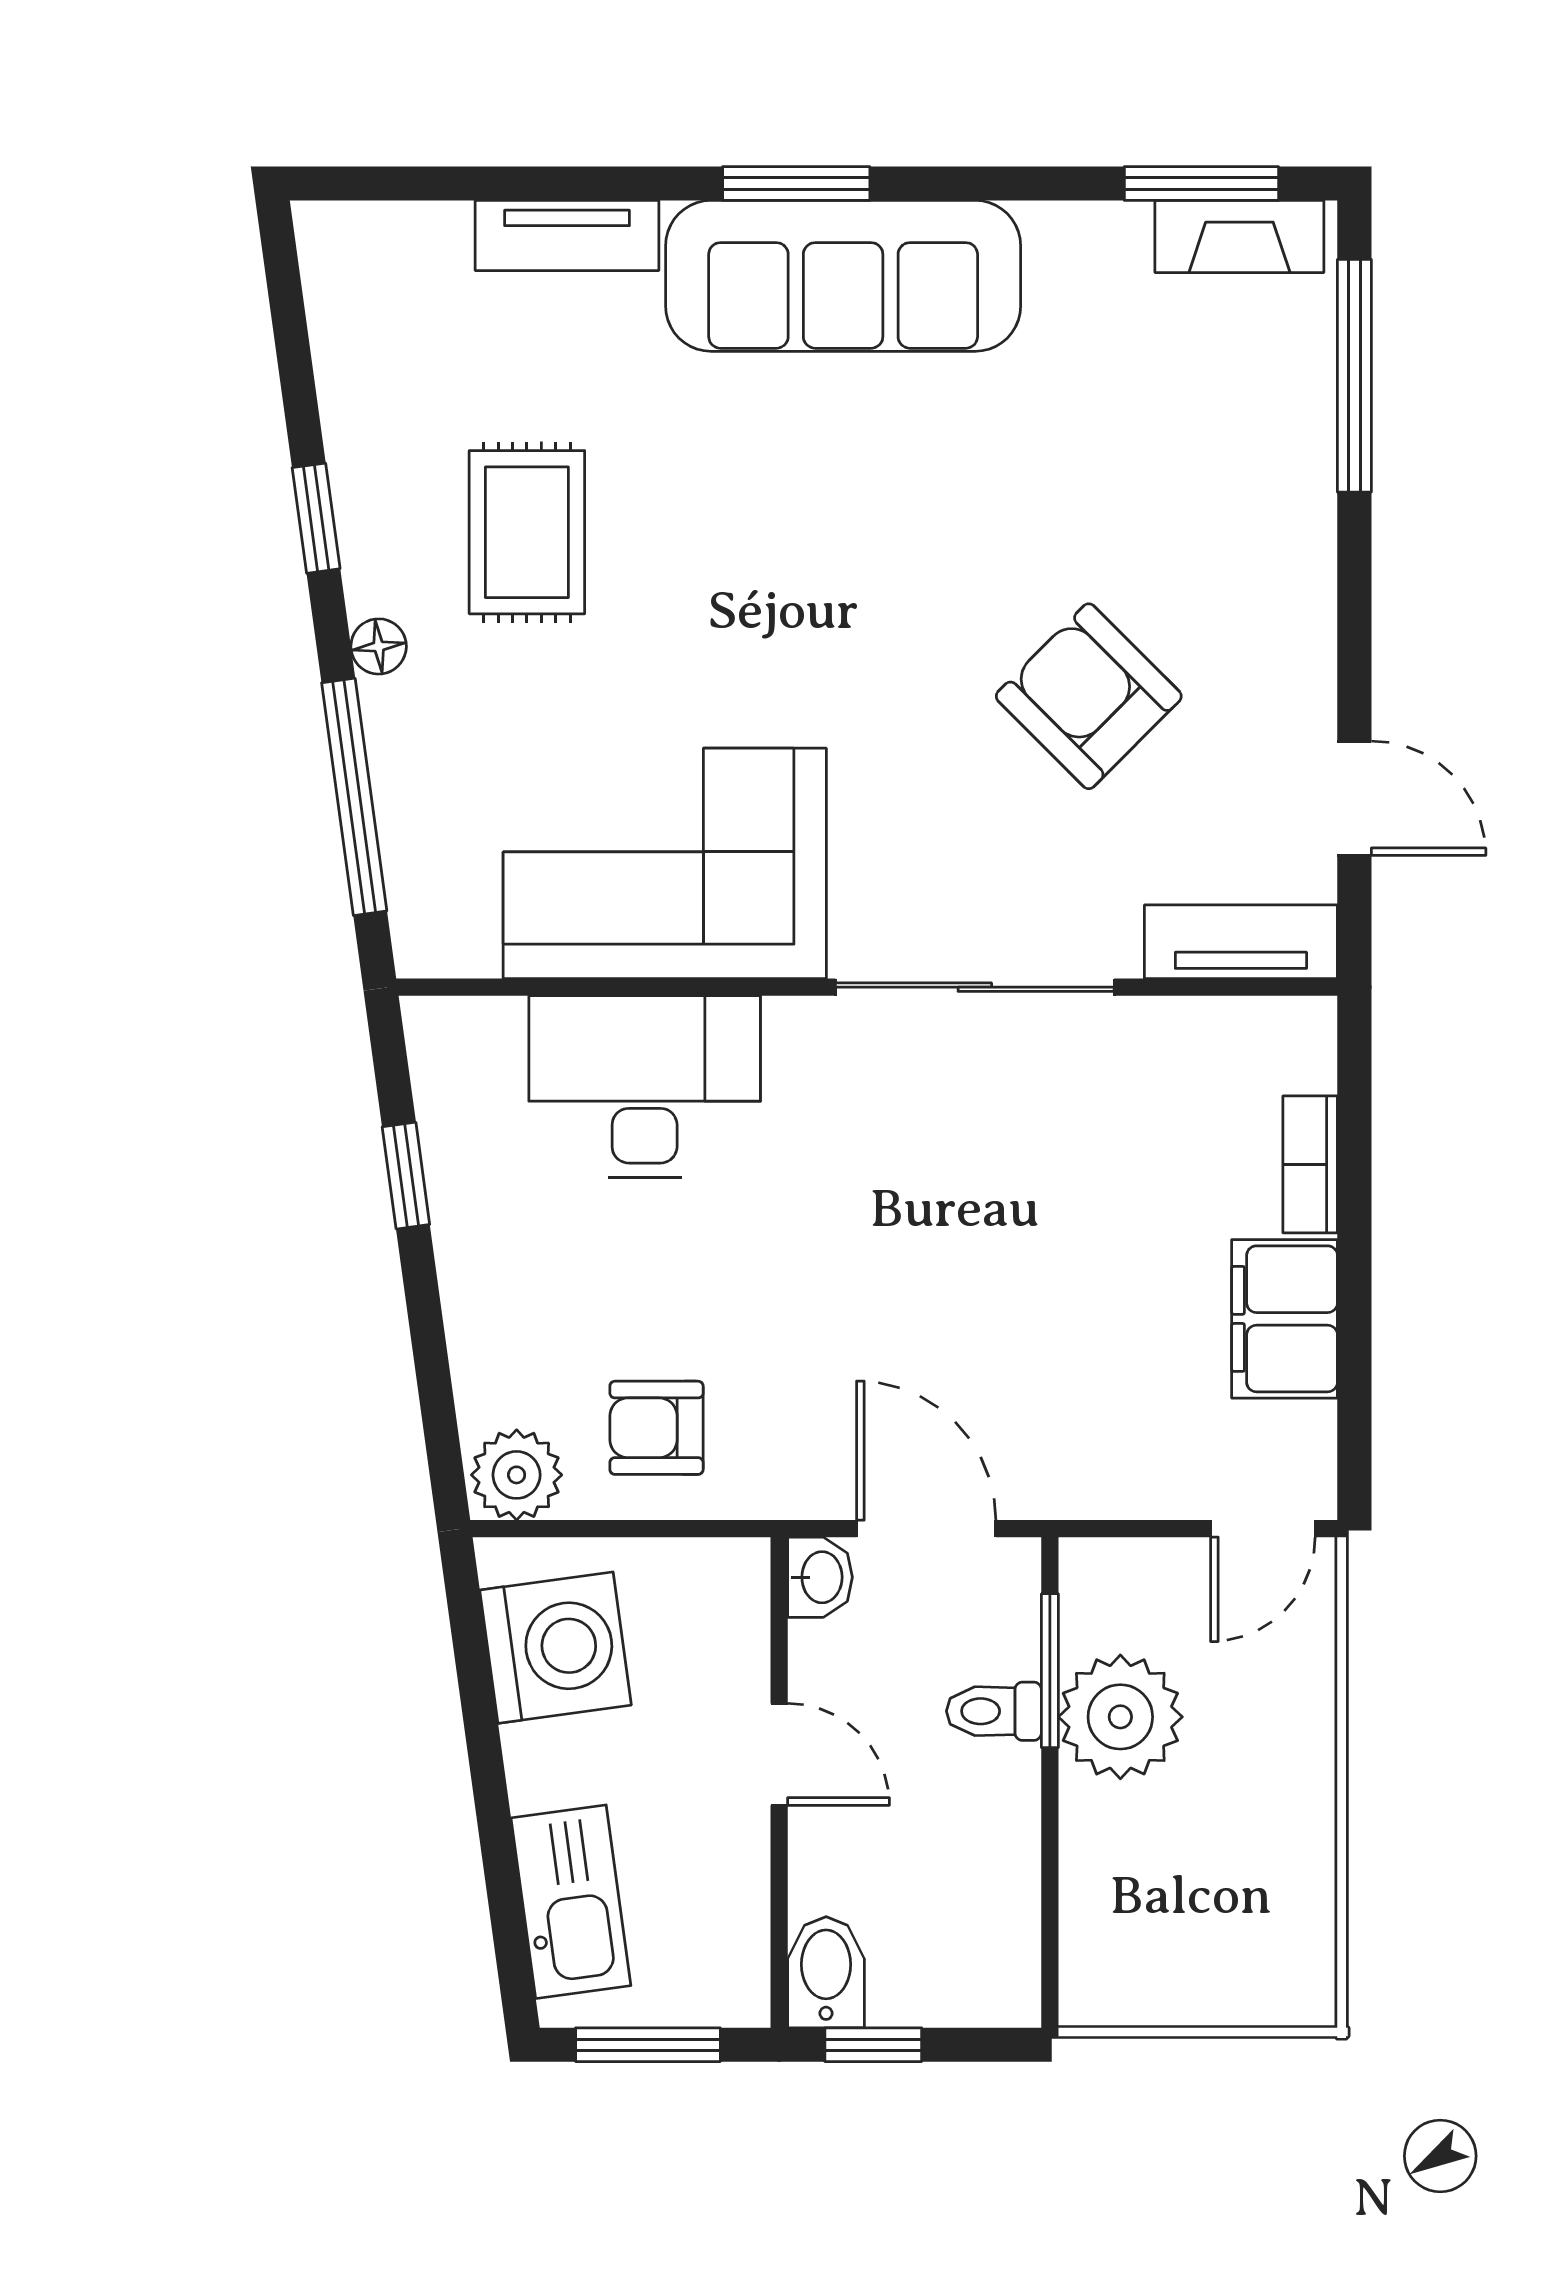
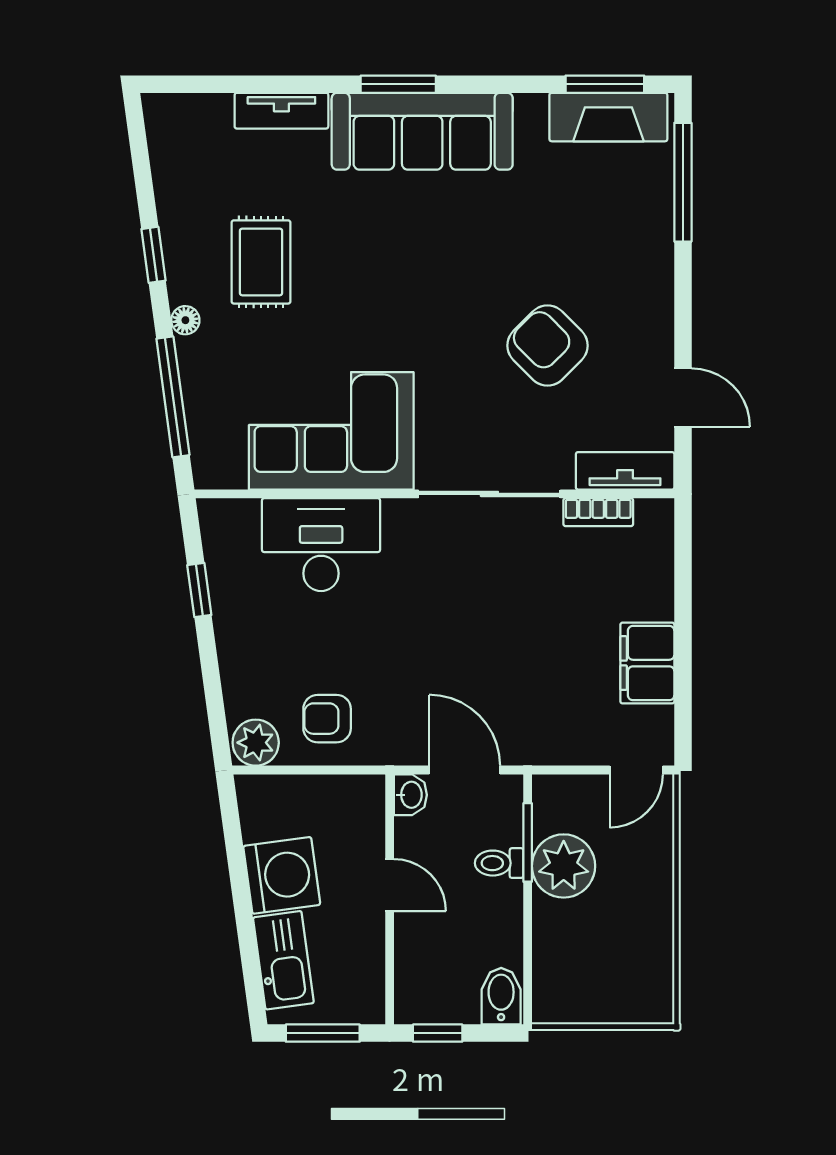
fireplace: (1239, 236) -> (608, 117), width x1.37, depth x1.32
bookcase: (1310, 1164) -> (598, 512), moved, turned -90
washing machine: (556, 1648) -> (282, 875), moved
bidet: (826, 1972) -> (501, 996), moved

